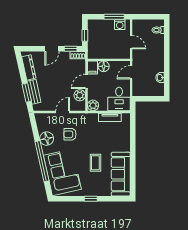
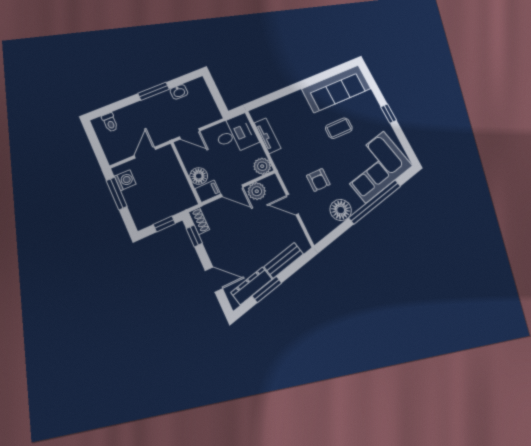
door: (52, 49) -> (214, 280), moved
window: (167, 63) -> (154, 91), added
window: (27, 93) -> (267, 289), moved

